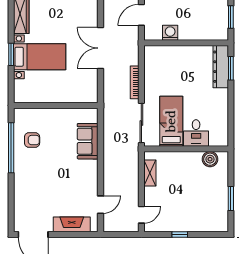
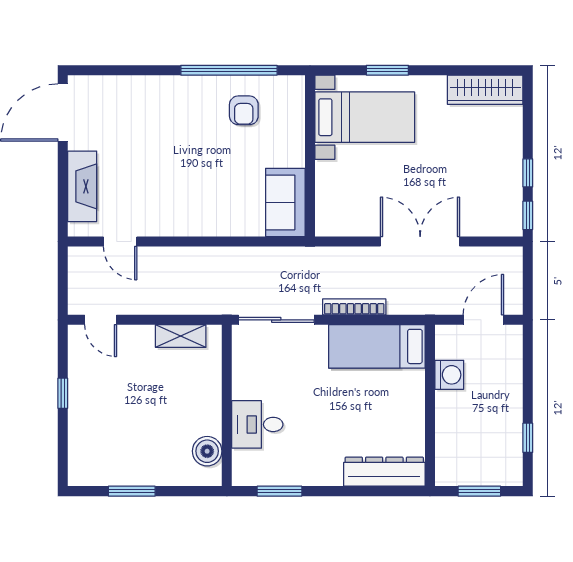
door: (141, 15) -> (483, 320), hinge flipped
window: (11, 54) -> (387, 70), moved
bed with nightstands: (40, 57) -> (365, 117), moved, turned -90
window: (231, 68) -> (279, 491), moved
bed: (171, 121) -> (377, 346), moved, turned 180
sofa: (88, 141) -> (285, 202), moved, turned -90

